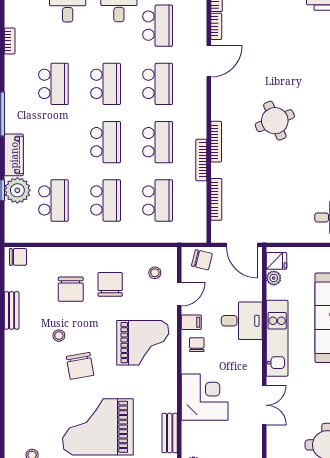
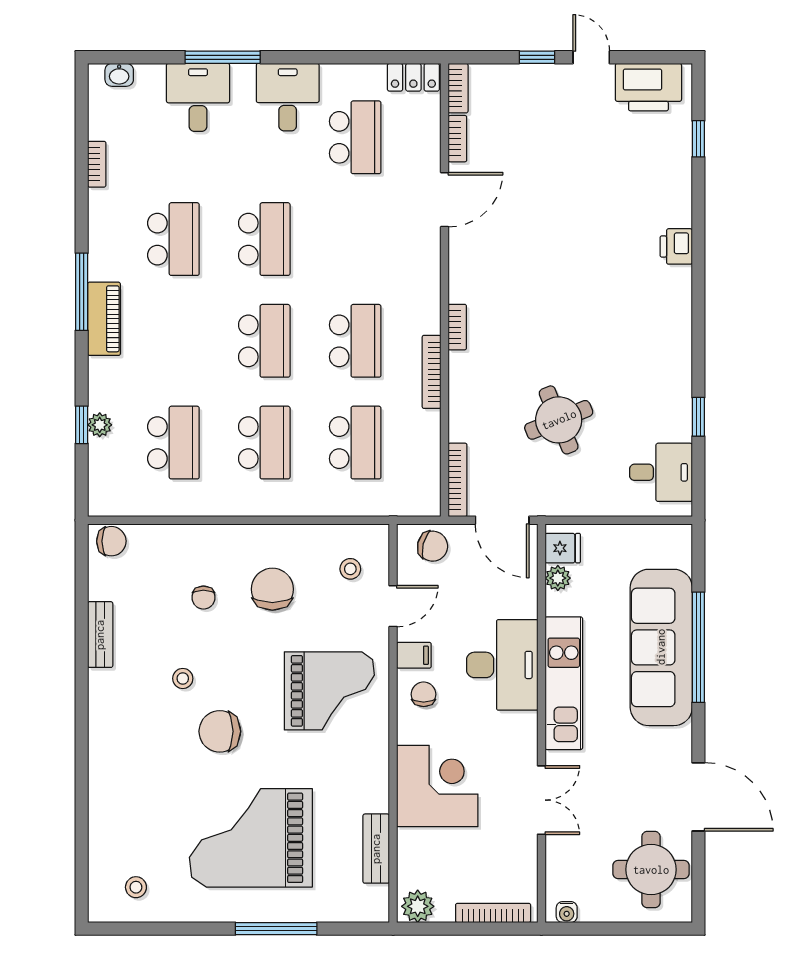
school desk: (158, 84) -> (355, 239), removed
round table: (275, 121) -> (559, 420), moved
bookcase: (216, 142) -> (457, 327), width x0.64
piano: (14, 155) -> (104, 319), moved
plant: (17, 190) -> (100, 425), width x0.53, depth x0.53
bookcase: (216, 199) -> (458, 480), moved
chair: (71, 289) -> (203, 598), width x0.54, depth x0.54
desk: (242, 321) -> (502, 665), width x1.37
chair: (80, 366) -> (220, 731), turned 100

